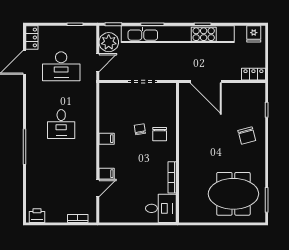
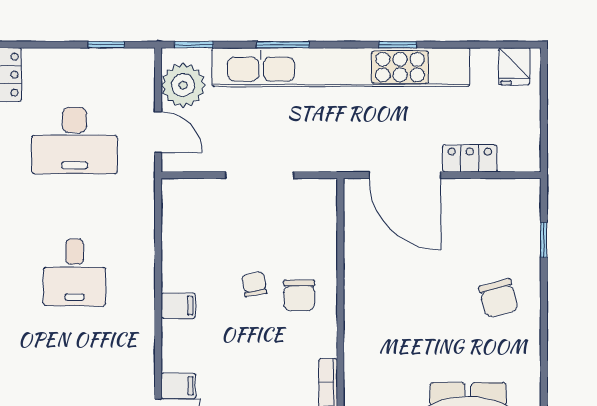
door: (98, 63) -> (158, 132), hinge flipped
locker: (253, 74) -> (470, 158), moved

